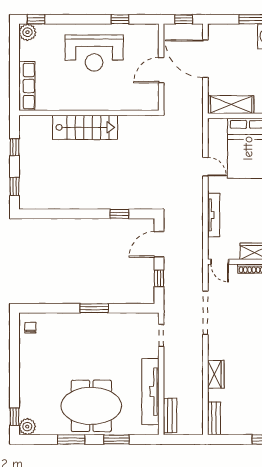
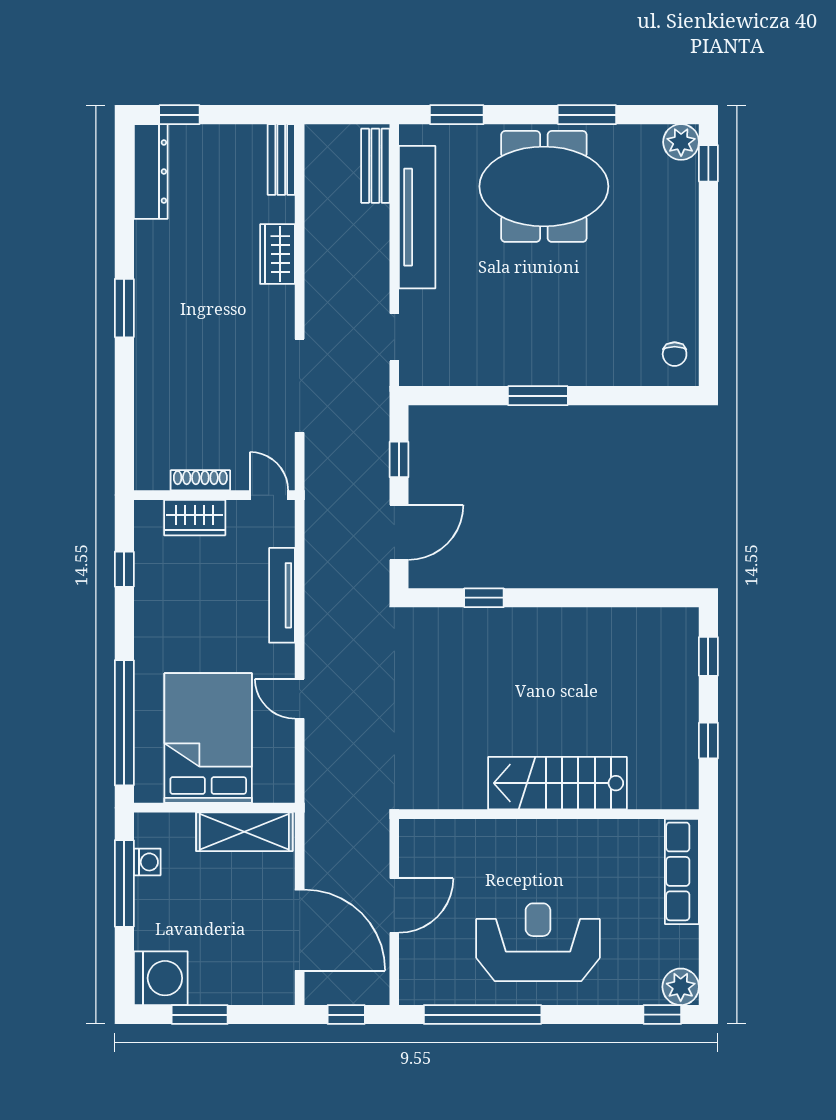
window: (120, 19) -> (483, 1015), width x3.17
window: (116, 439) -> (457, 115), moved

